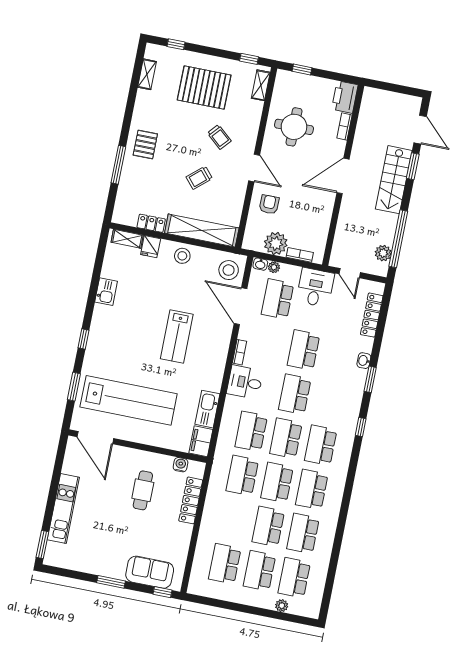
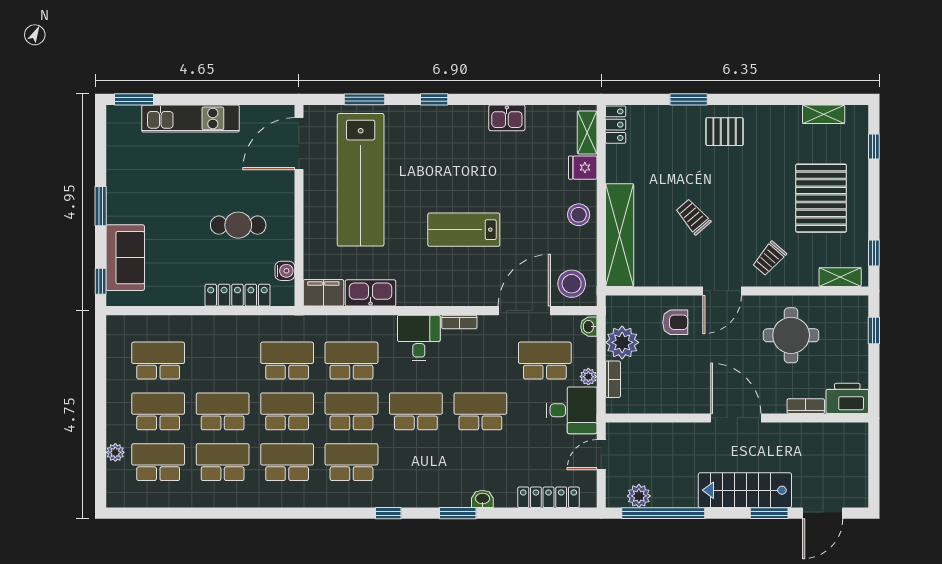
trolley: (219, 137) -> (769, 259), moved
window: (118, 165) -> (689, 99), width x0.69
locker: (151, 223) -> (616, 125), moved
plant: (274, 267) -> (588, 377), moved

